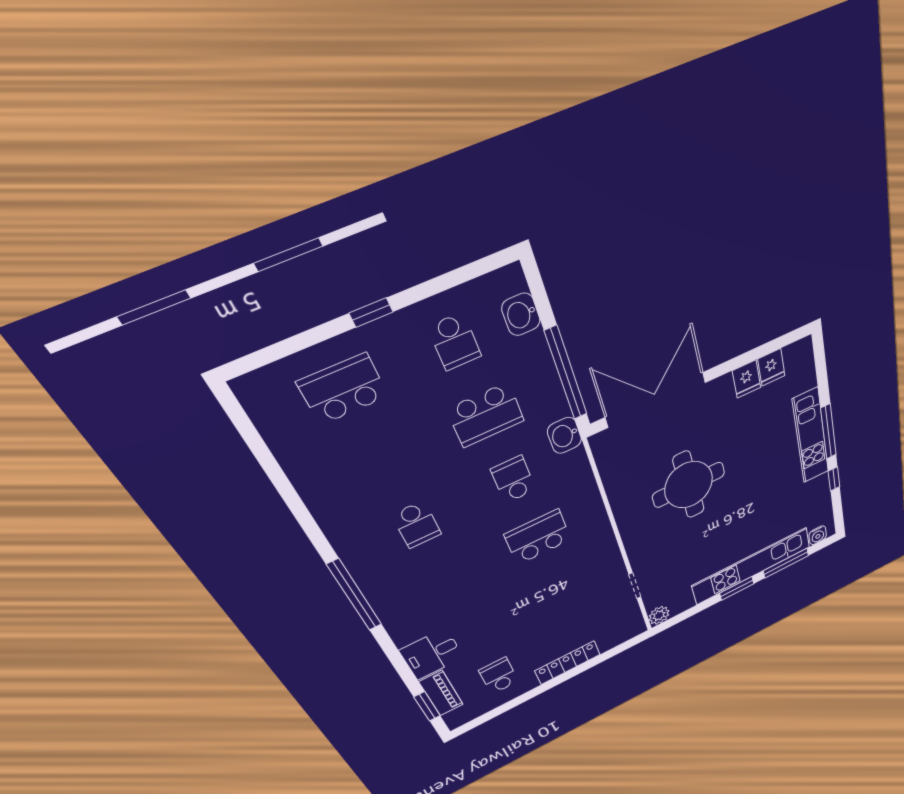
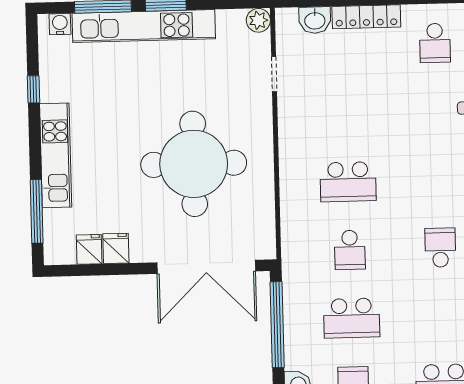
school desk: (486, 415) -> (352, 318), turned 180
window: (828, 432) -> (37, 211), moved
washbasin: (564, 435) -> (315, 20), moved, turned 90
round table: (689, 485) -> (194, 164), width x1.36, depth x1.36

